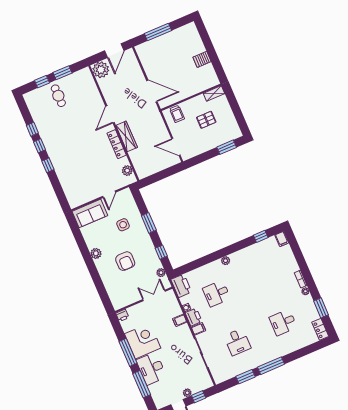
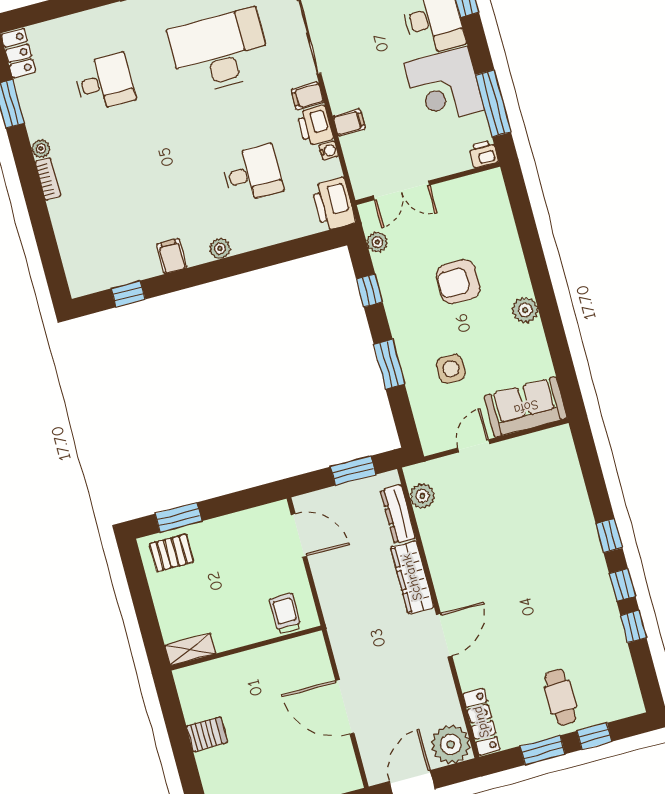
door: (152, 91) -> (345, 707), moved
pallet: (206, 120) -> (172, 553), moved
locker: (117, 144) -> (481, 722), moved
dresser: (136, 162) -> (398, 514), added
window: (157, 177) -> (353, 471), added
filing cabinet: (282, 239) -> (172, 256), moved
armchair: (125, 261) -> (458, 282), turned -90
desk: (237, 342) -> (220, 52), width x1.87, depth x1.30
window: (128, 352) -> (493, 103), moved

